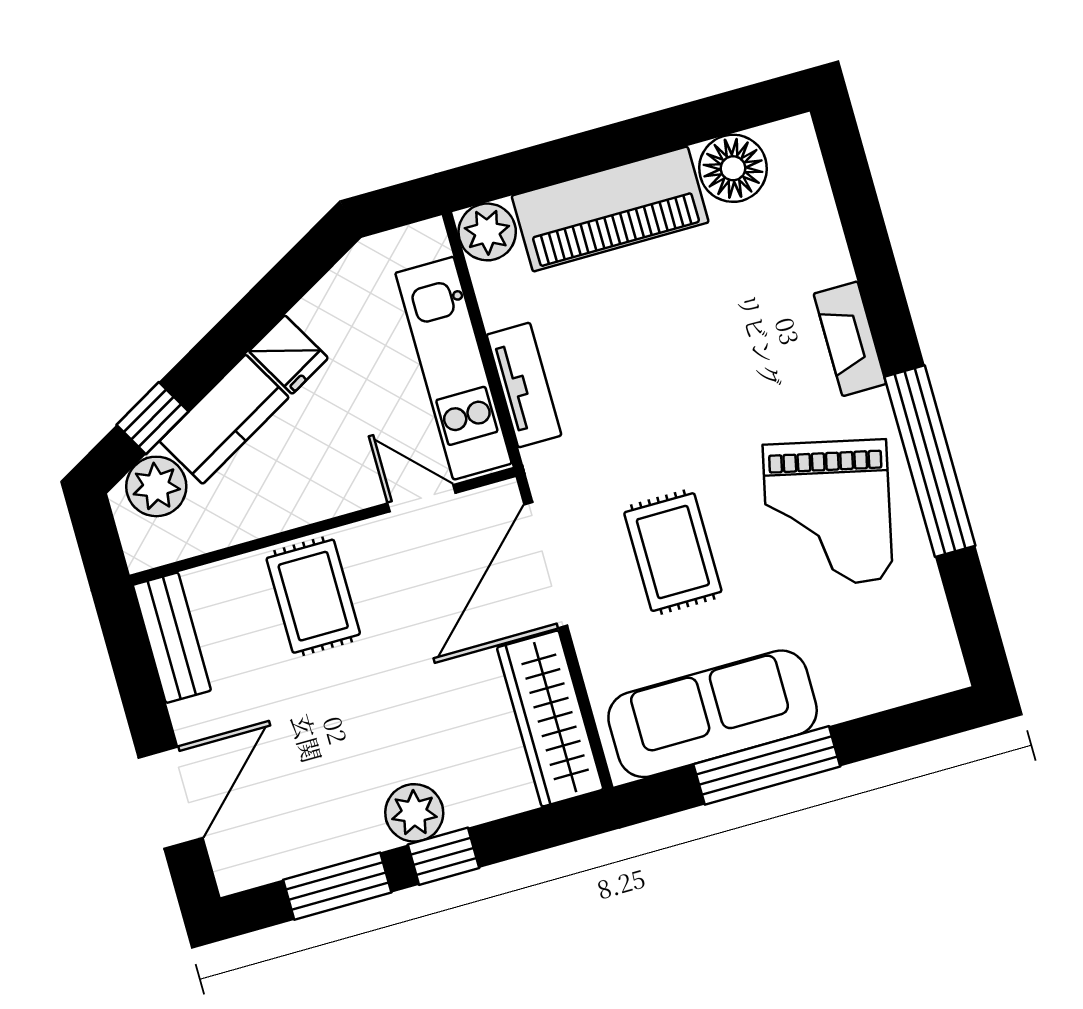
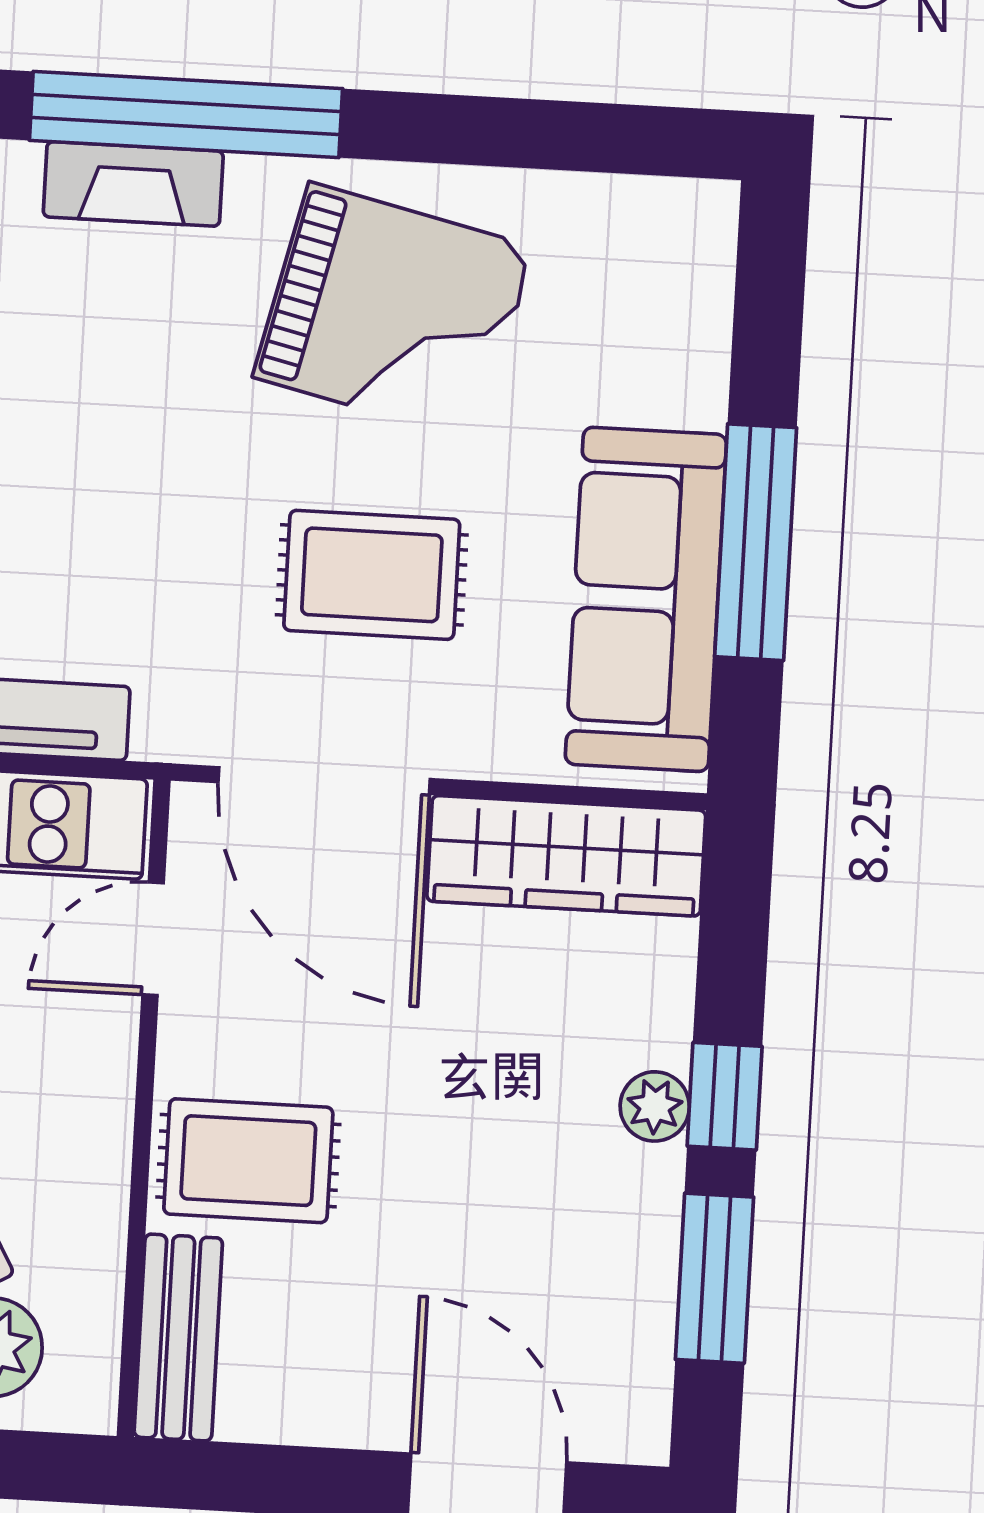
window: (930, 461) -> (186, 114), moved
bench: (172, 638) -> (178, 1338), moved, turned 90
plant: (414, 813) -> (655, 1106), width x0.73, depth x0.73

